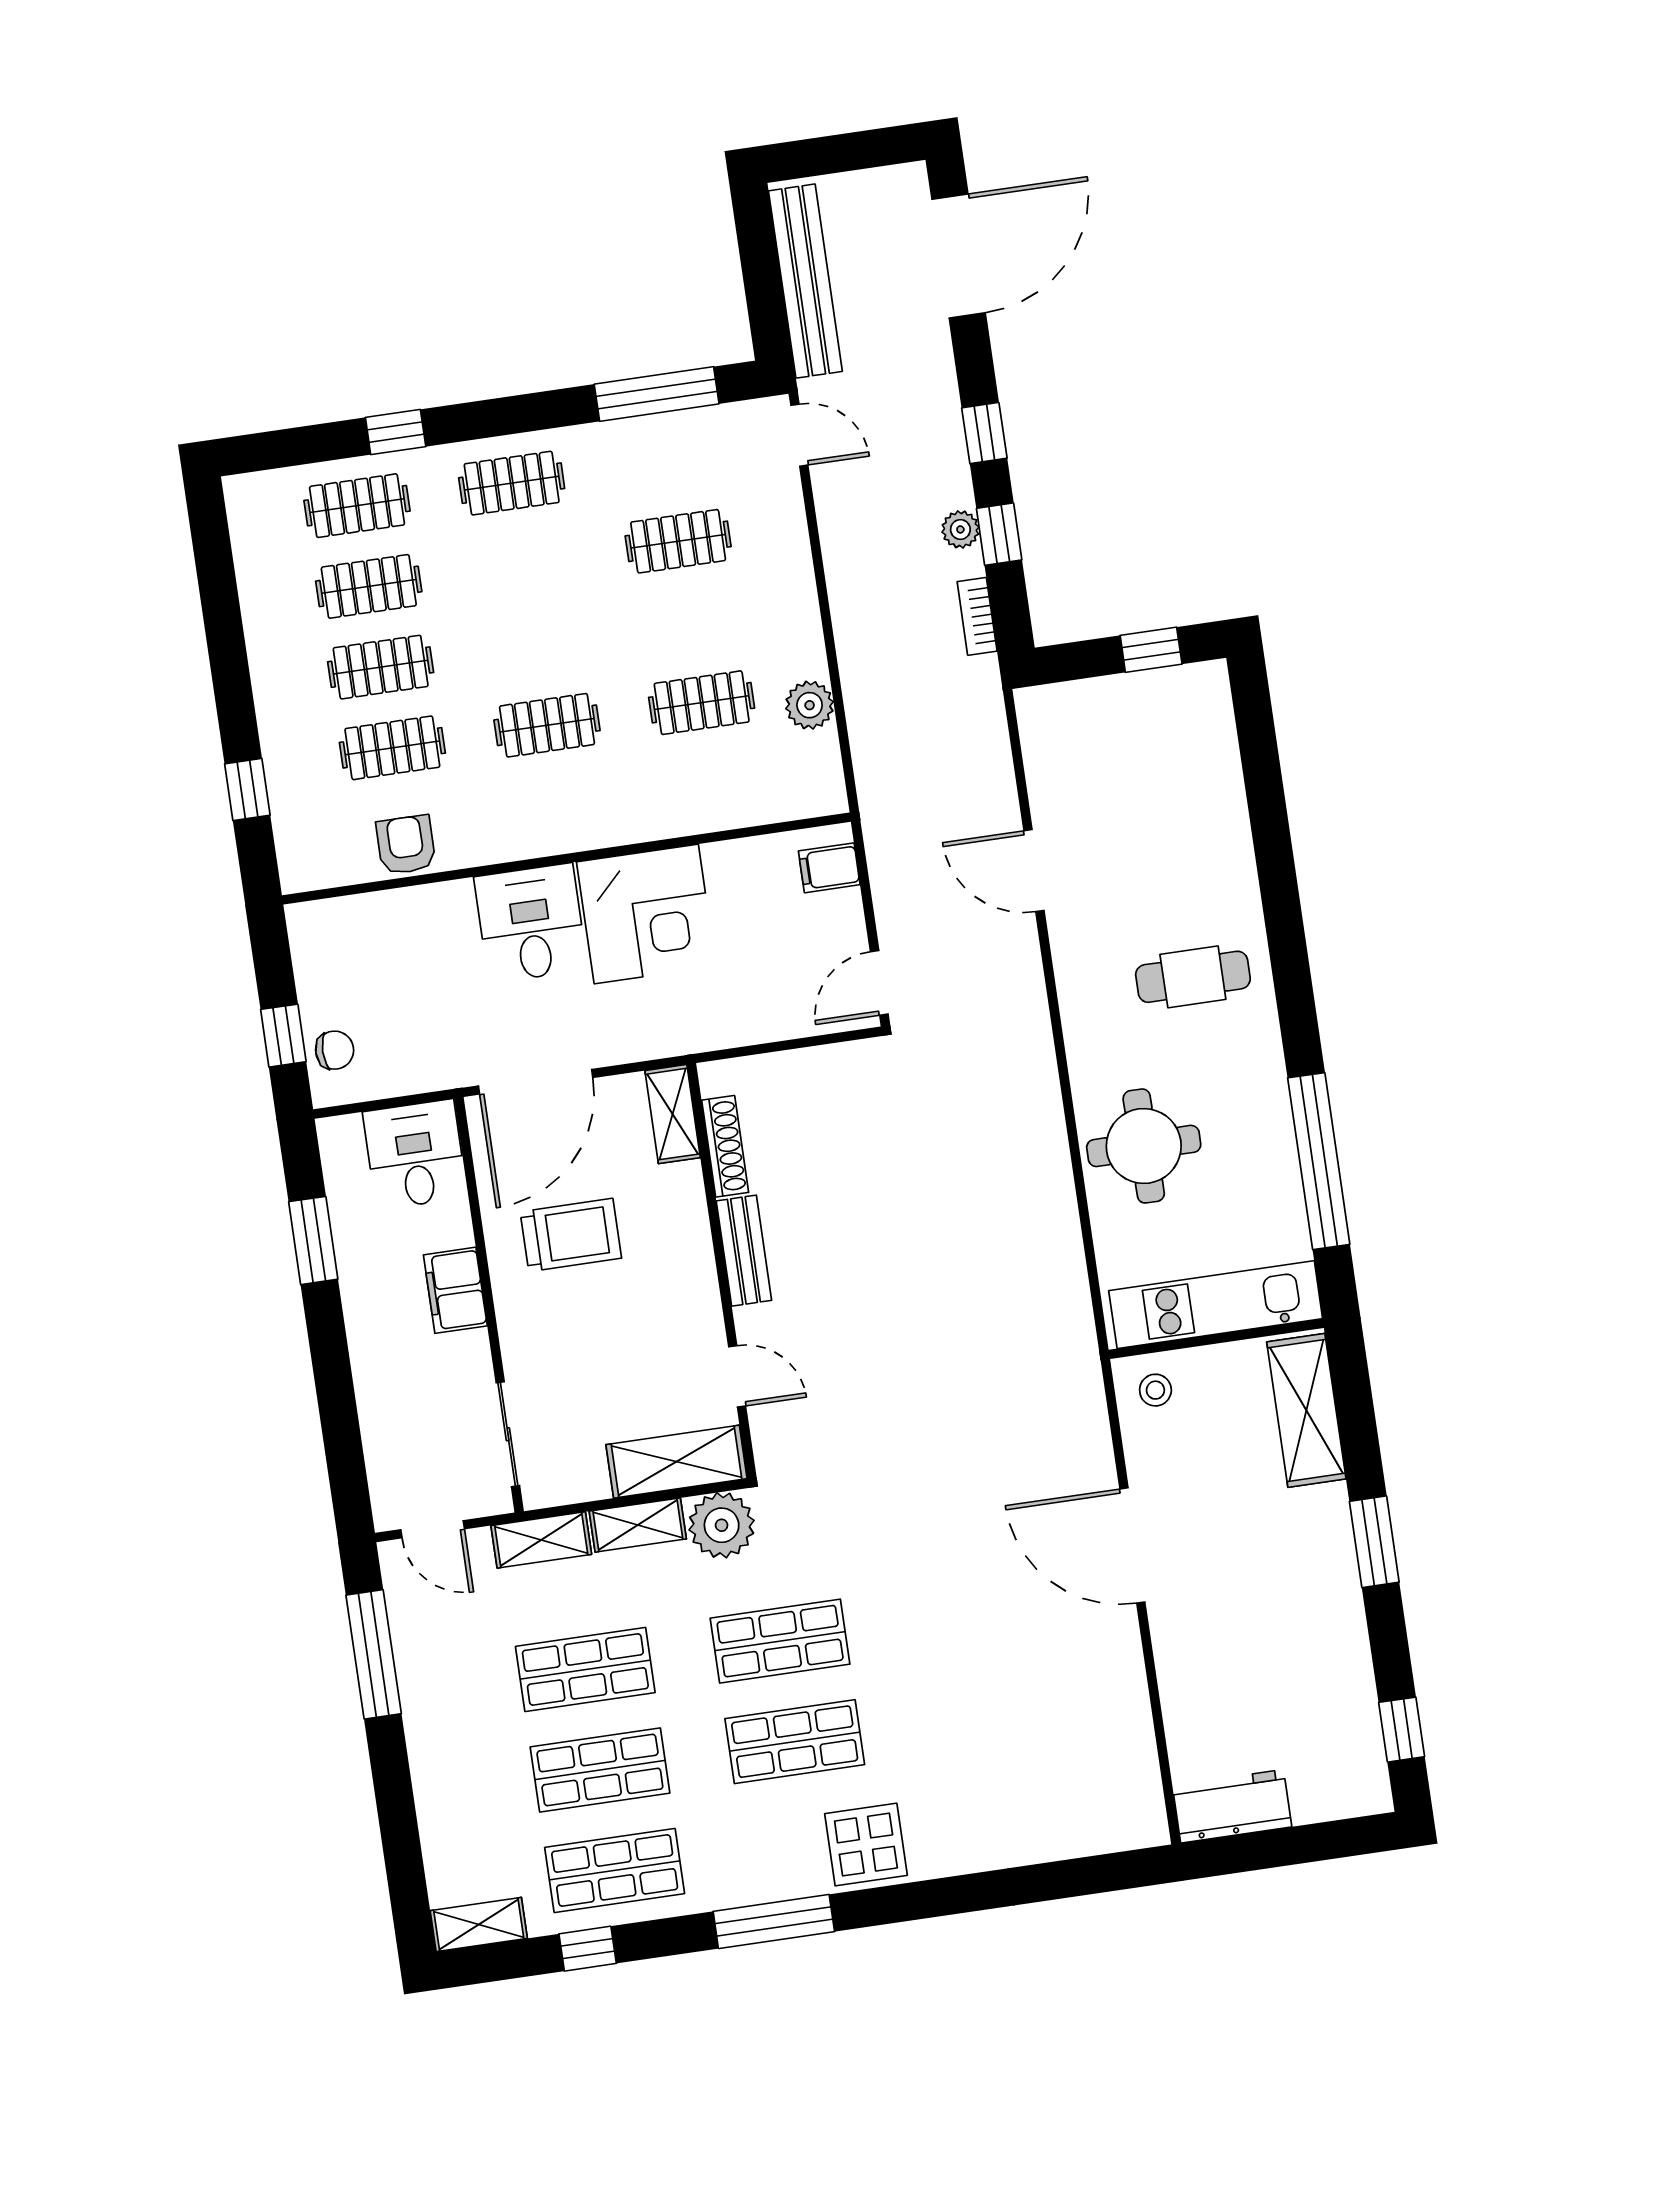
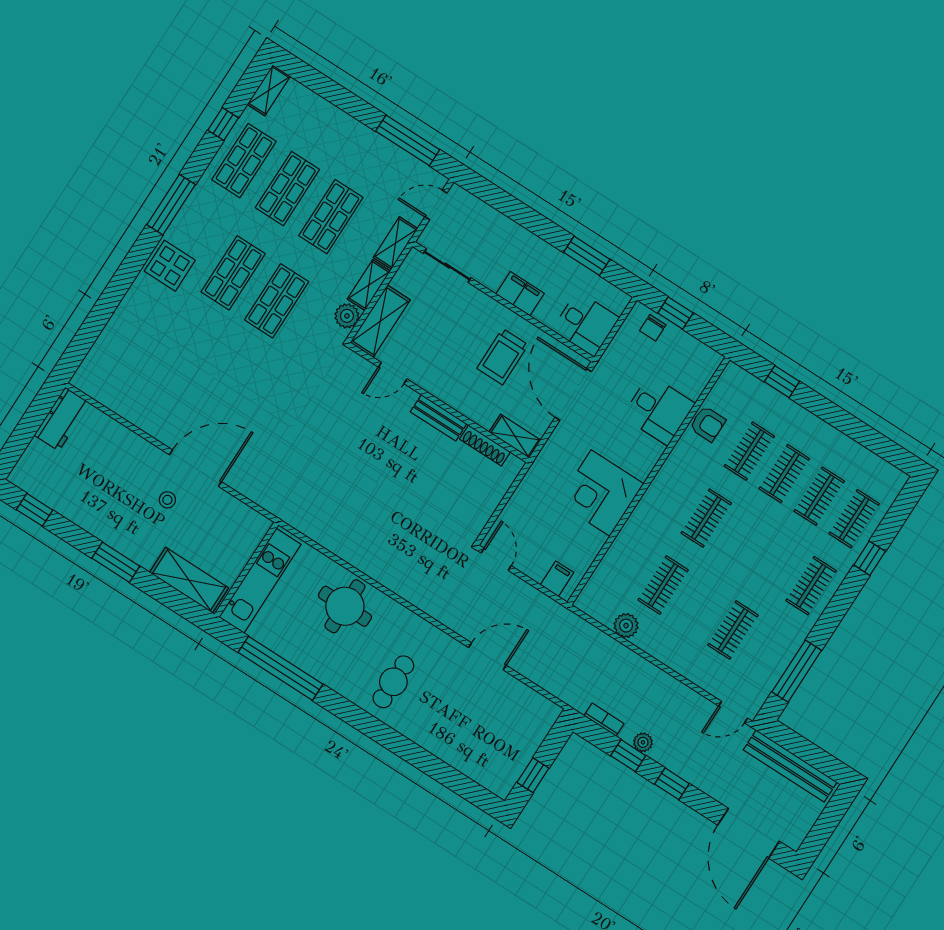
desk: (531, 923) -> (659, 410), moved
stool: (1155, 1390) -> (167, 500), moved
plant: (722, 1525) -> (347, 316), width x0.73, depth x0.73

